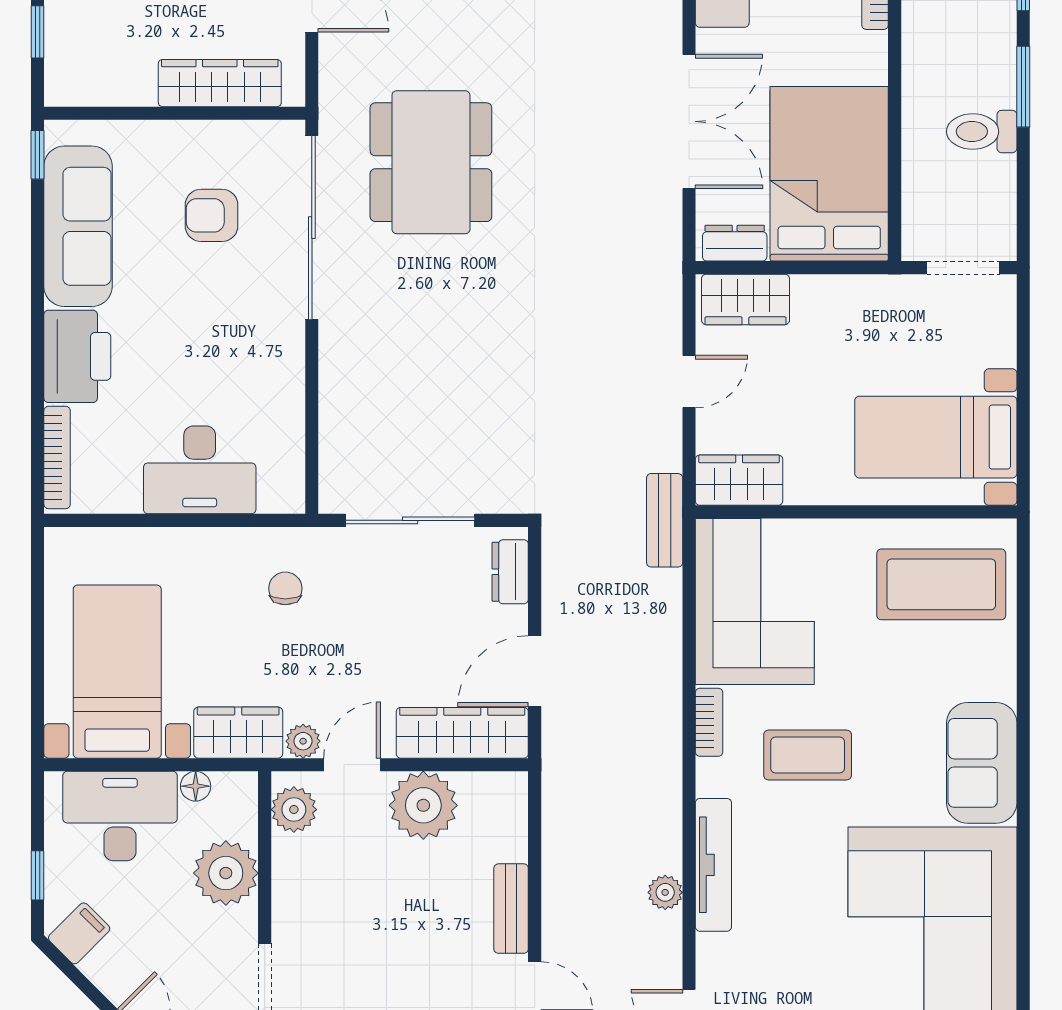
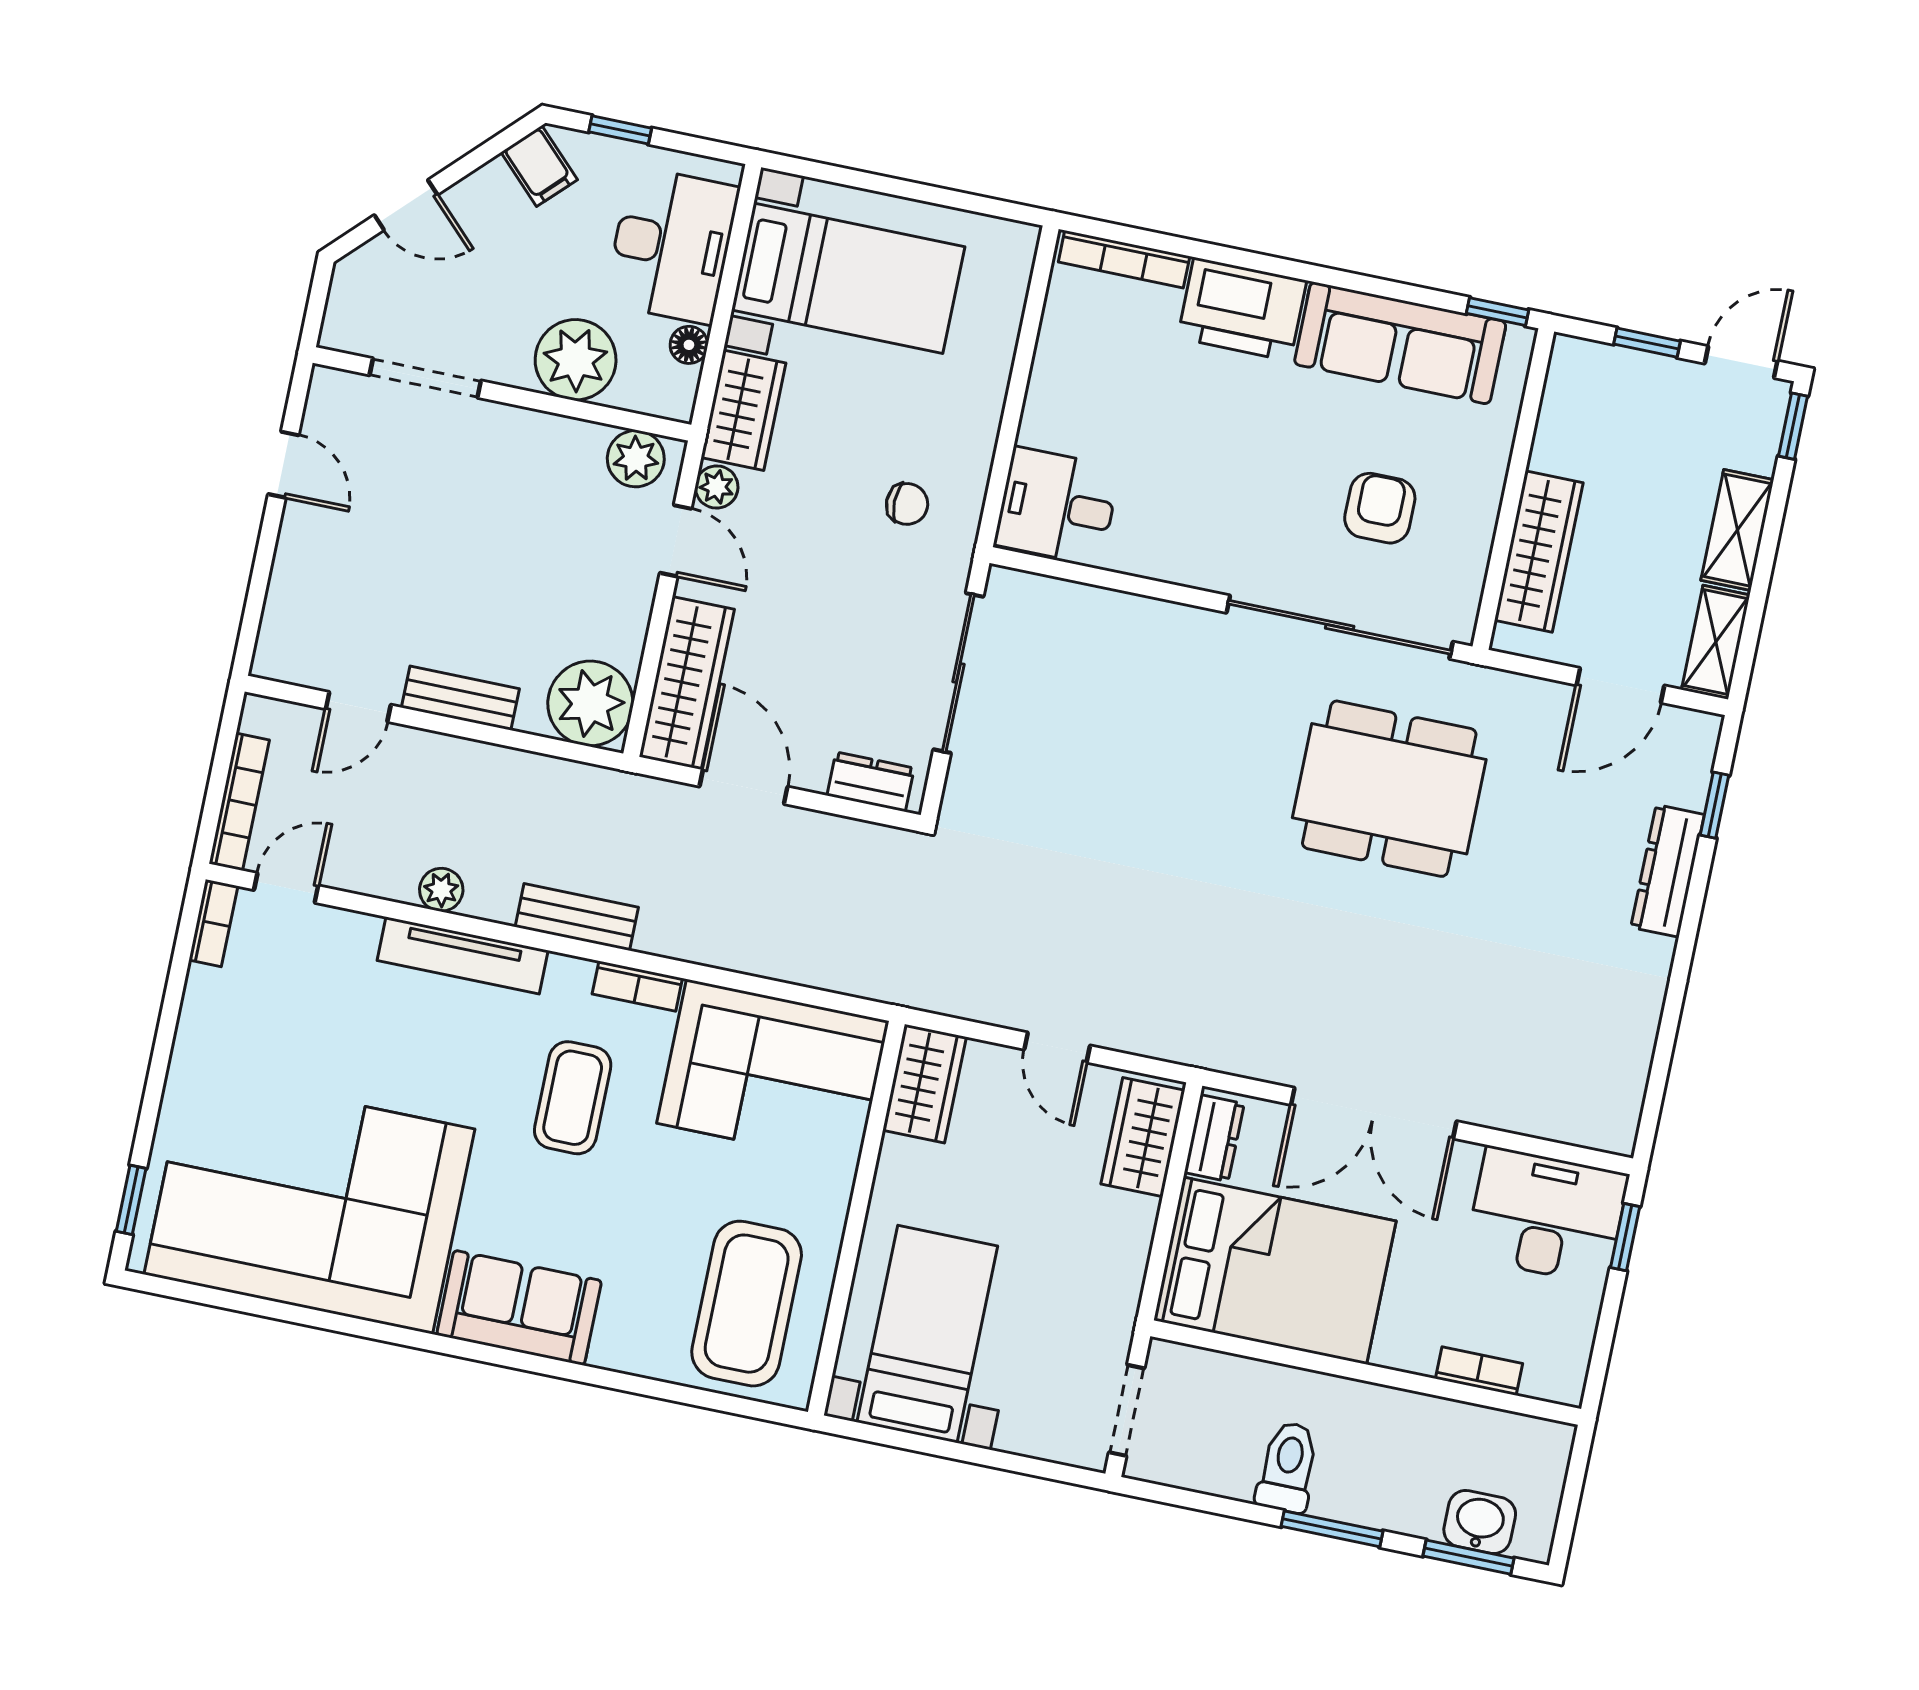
desk: (200, 470) -> (1057, 506), moved, width x0.73
bench: (665, 520) -> (577, 917), moved
plant: (423, 805) -> (590, 703), moved

